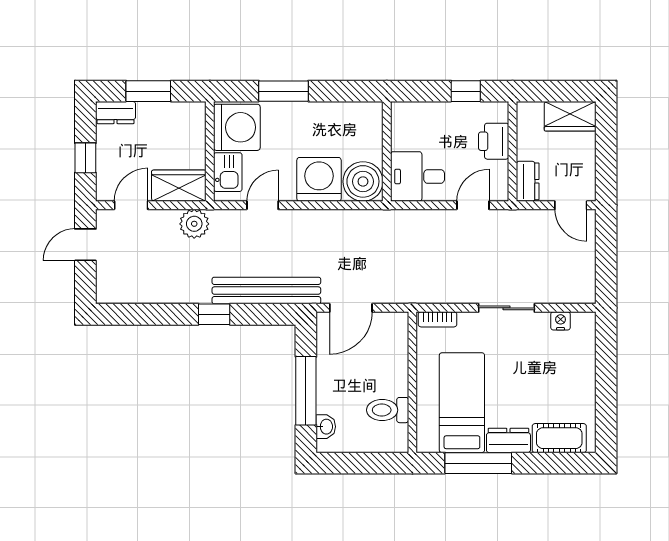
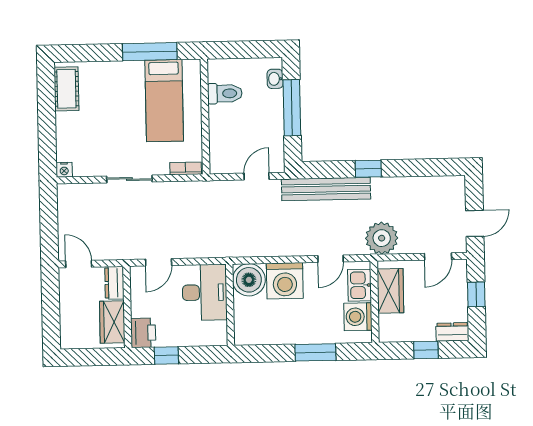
window: (148, 91) -> (426, 350), width x0.67
wardrobe: (570, 116) -> (112, 322), moved, turned -90
washing machine: (237, 127) -> (358, 317), width x0.73, depth x0.73
printer: (494, 141) -> (143, 333), moved
desk: (417, 176) -> (205, 292), width x1.37
wardrobe: (179, 186) -> (390, 291), moved, turned -90
plant: (194, 224) -> (382, 238), width x1.36, depth x1.36
door: (351, 308) -> (257, 176), width x0.73
nightstand: (561, 321) -> (64, 170), moved
cot: (559, 438) -> (66, 89), moved, turned 90
dresser: (508, 440) -> (126, 71), removed

